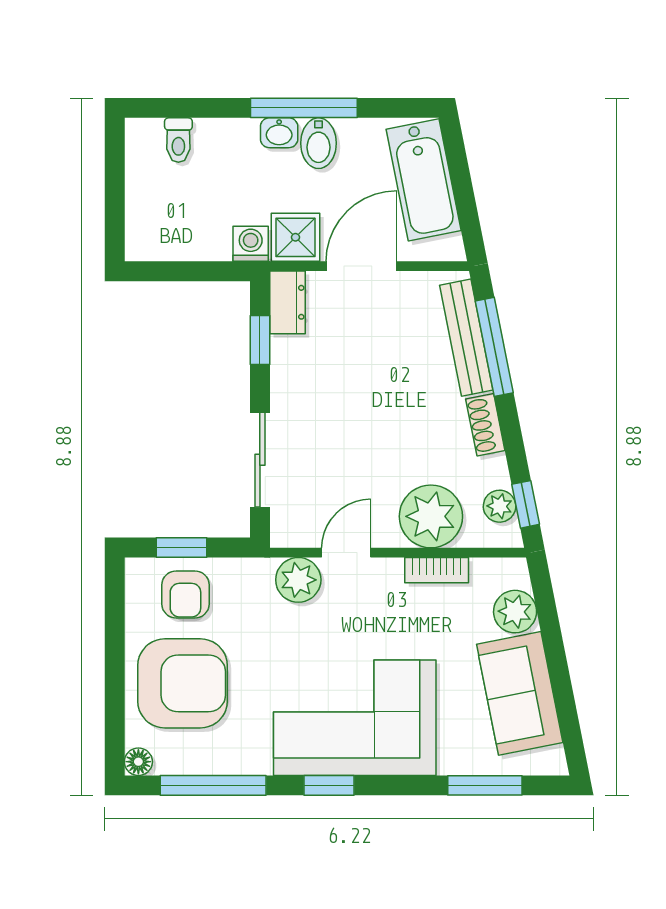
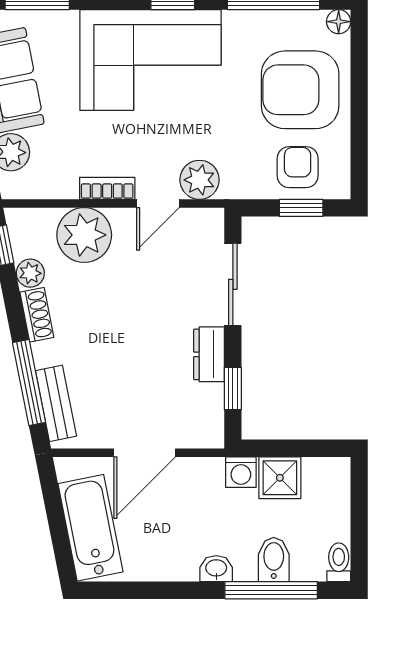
window: (304, 108) -> (271, 590), moved
toilet: (178, 140) -> (339, 562), moved
bidet: (318, 143) -> (274, 560), moved
shower: (295, 237) -> (280, 478), moved
dresser: (287, 302) -> (209, 354), moved
bench: (466, 338) -> (56, 403), width x0.73
plant: (500, 506) -> (30, 273), moved
bookcase: (437, 570) -> (107, 188), moved

